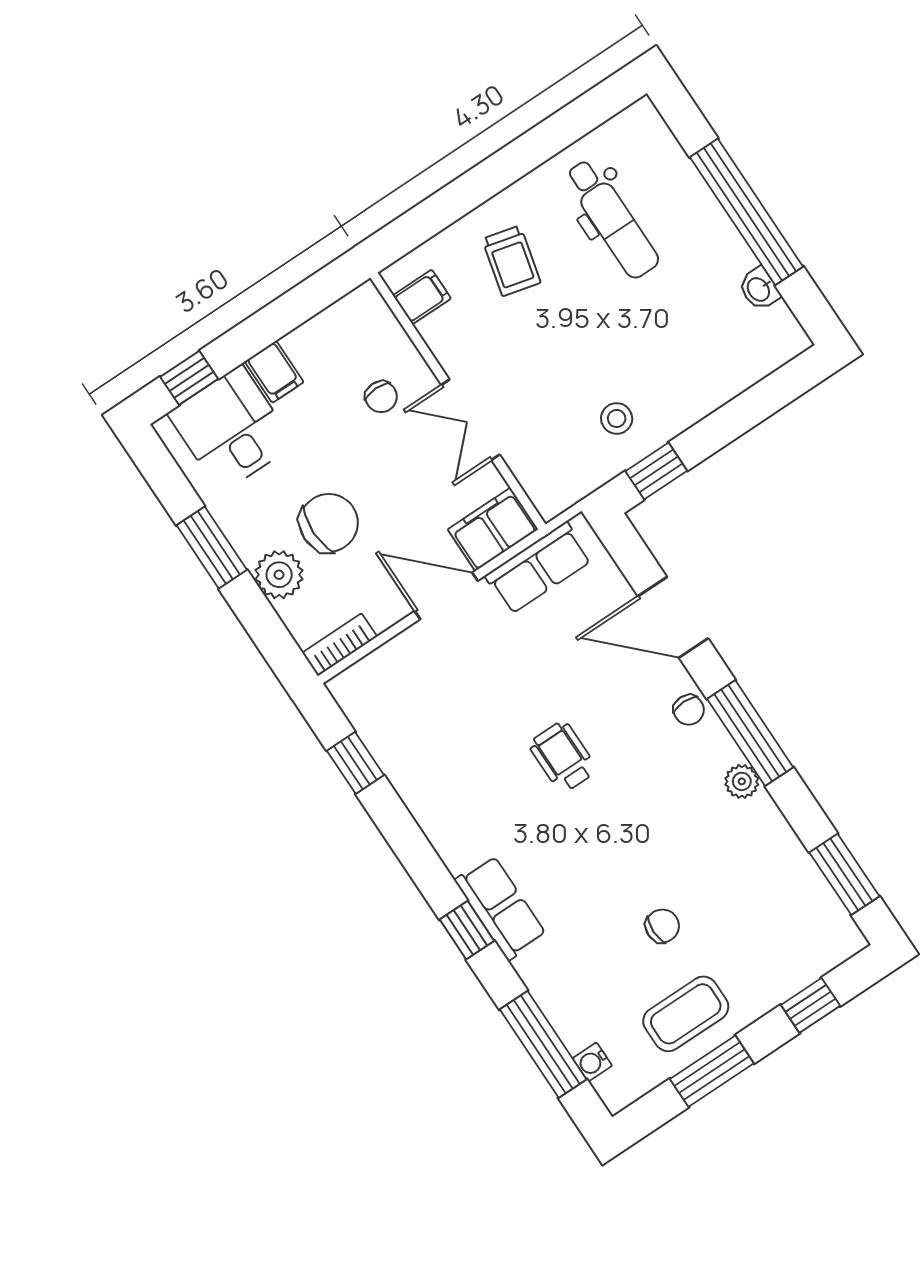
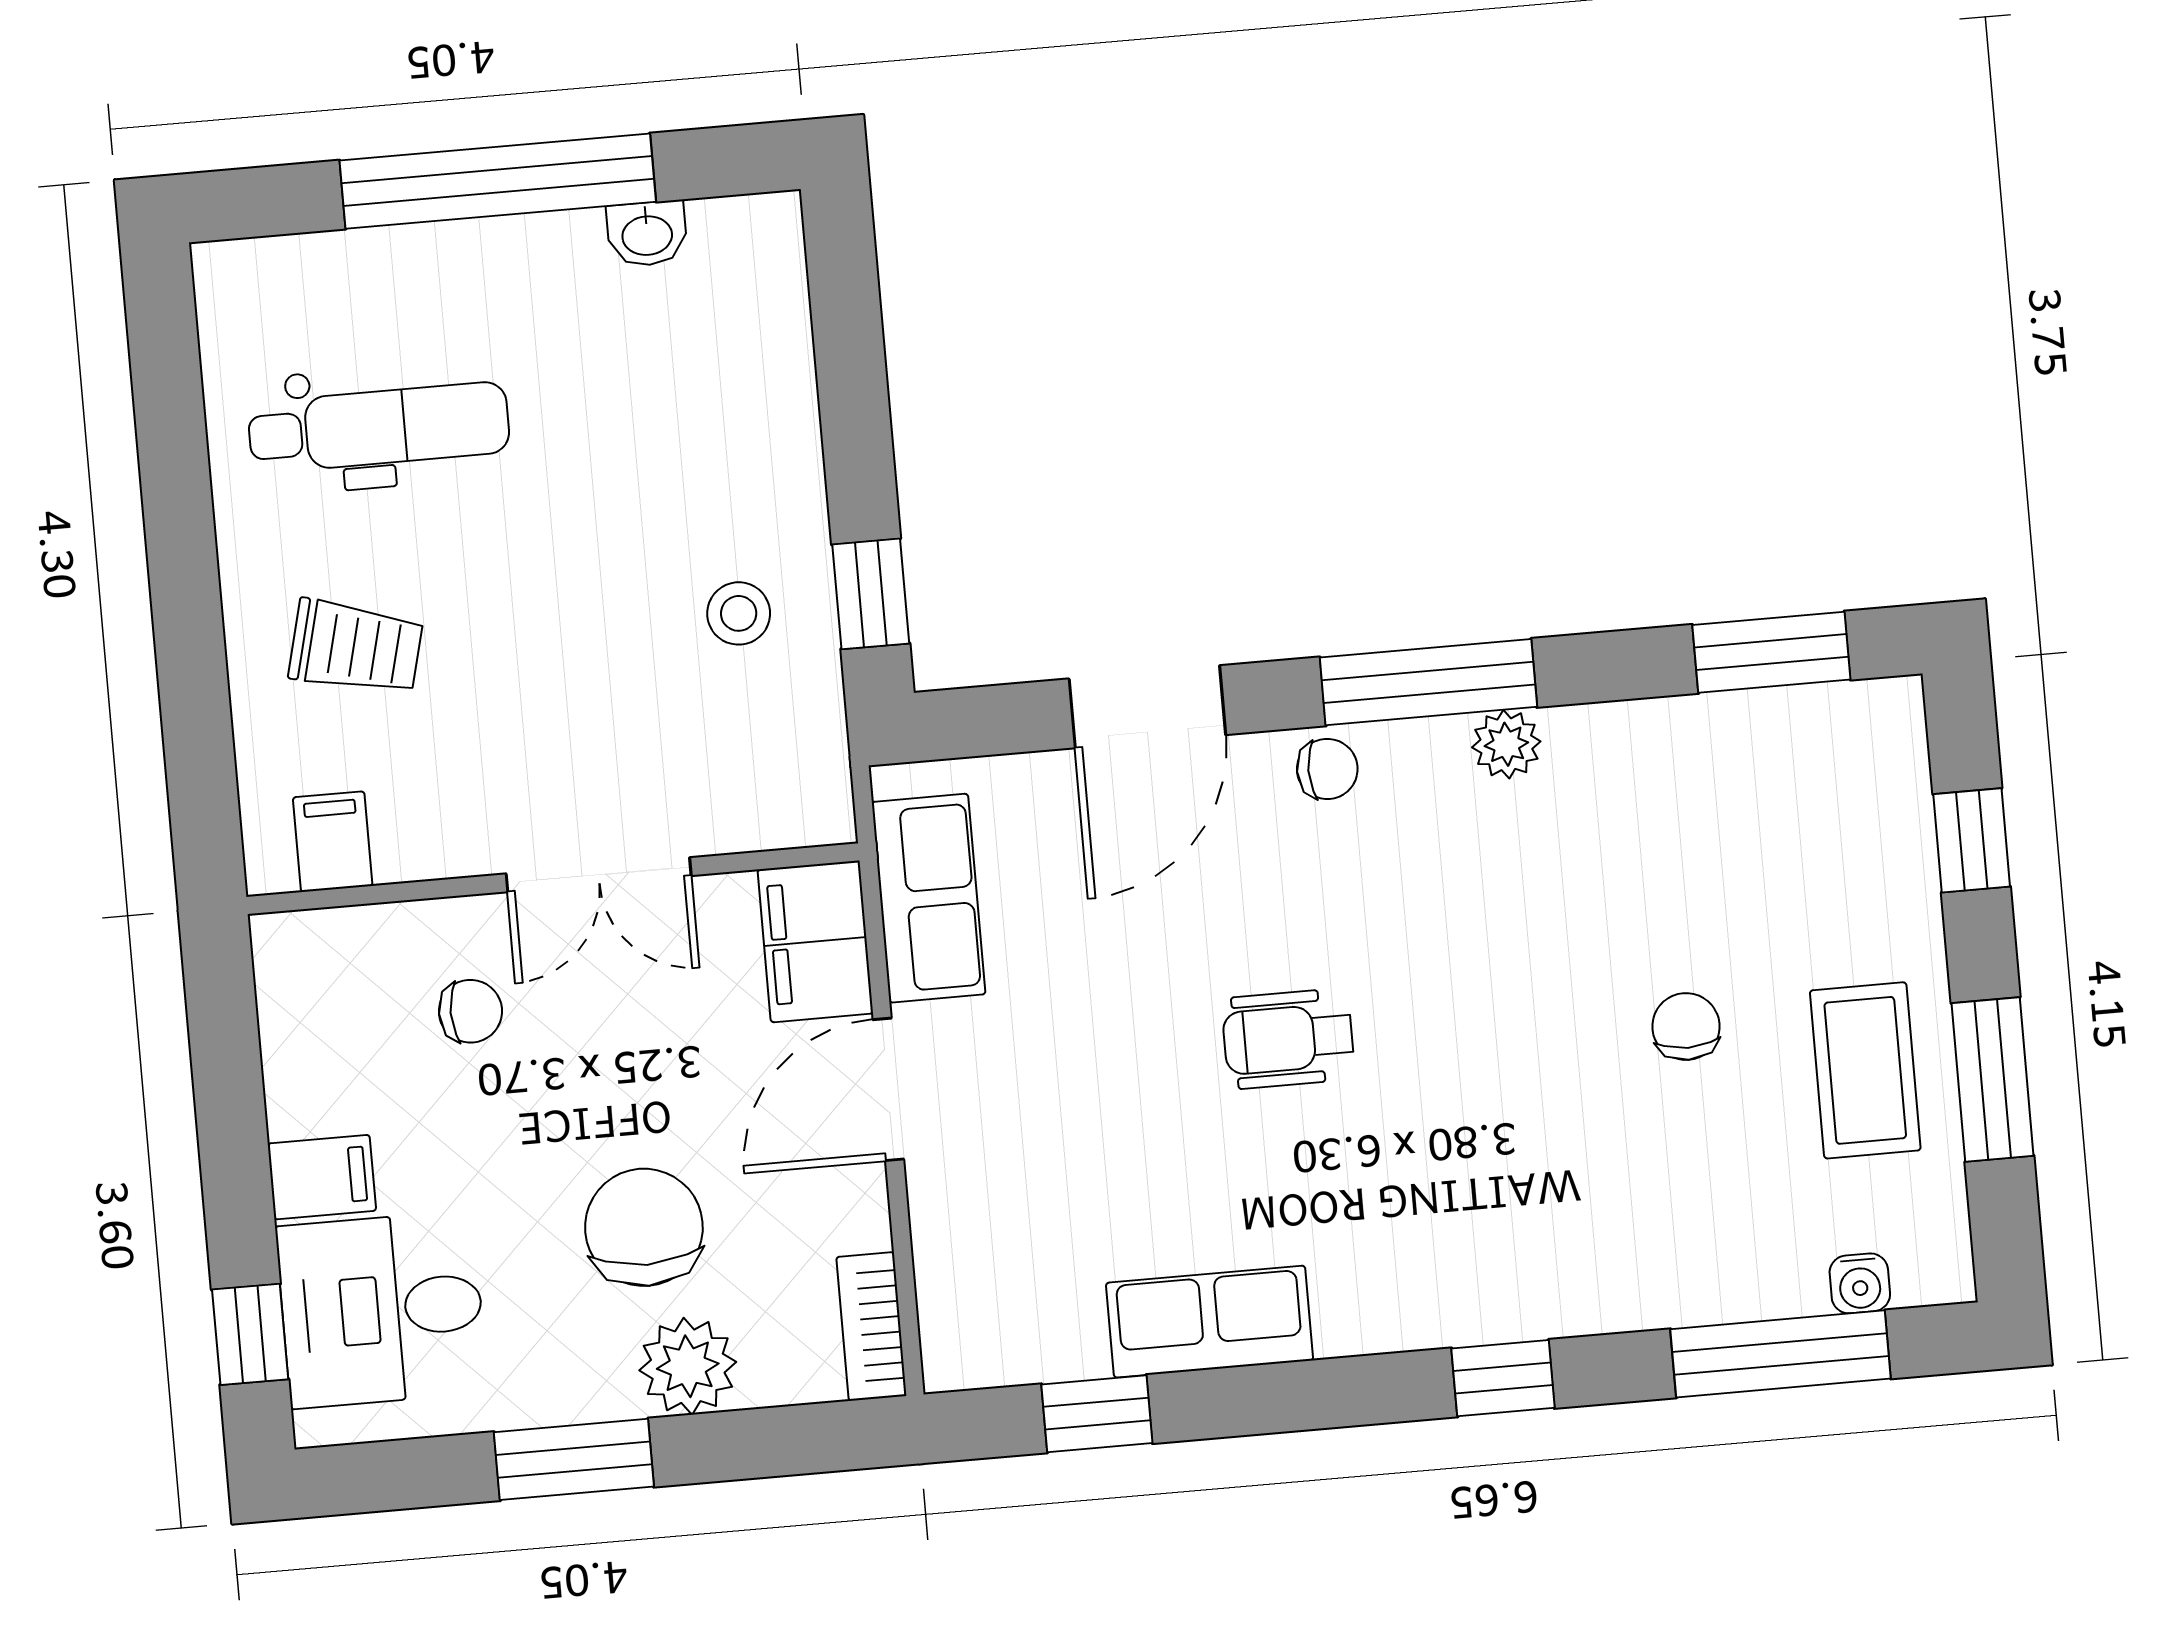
row of seats: (500, 908) -> (1210, 1322), moved

